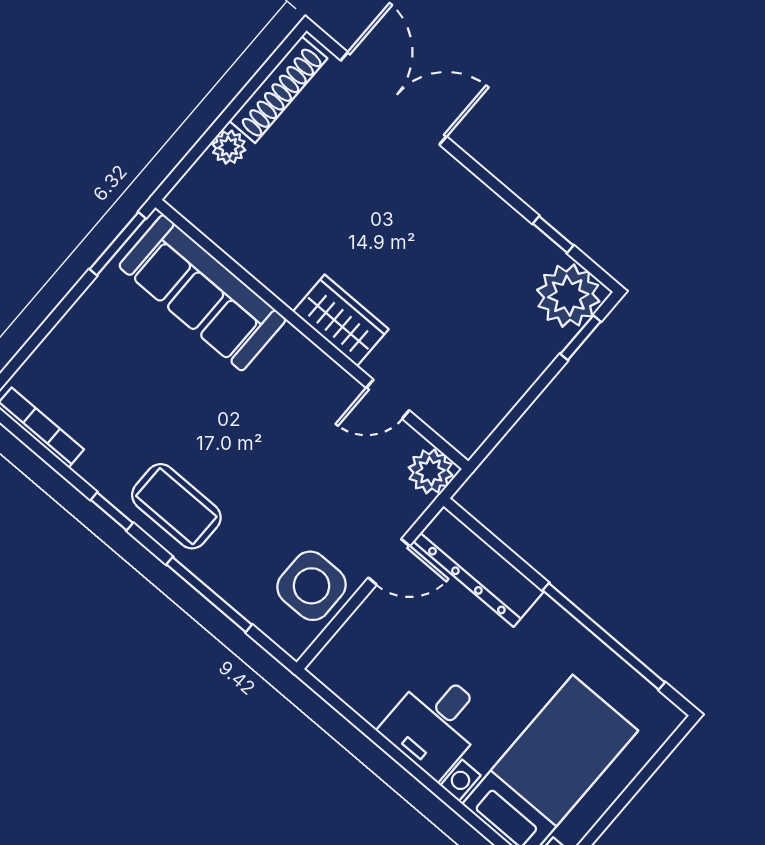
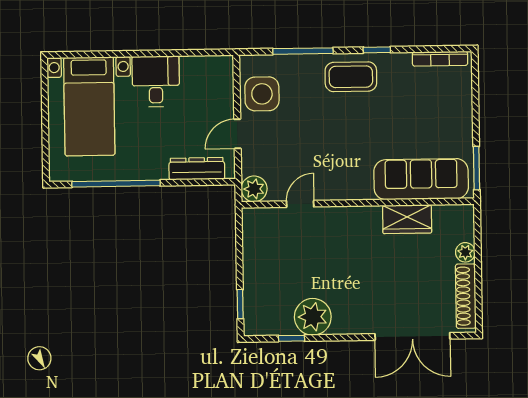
plant: (568, 296) -> (313, 317), moved
wardrobe: (341, 320) -> (407, 219), moved
dresser: (479, 567) -> (197, 169), width x0.73, depth x0.80

